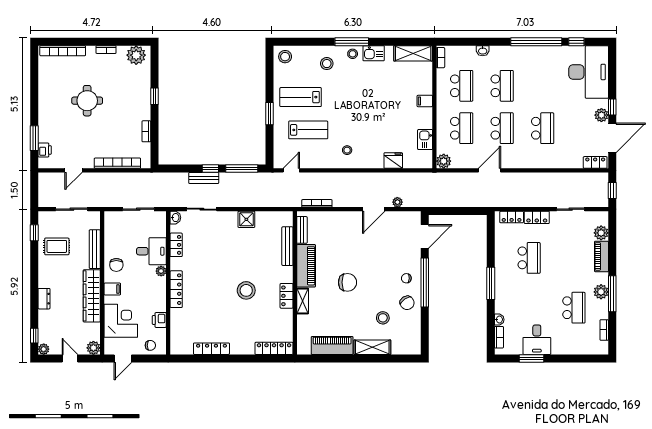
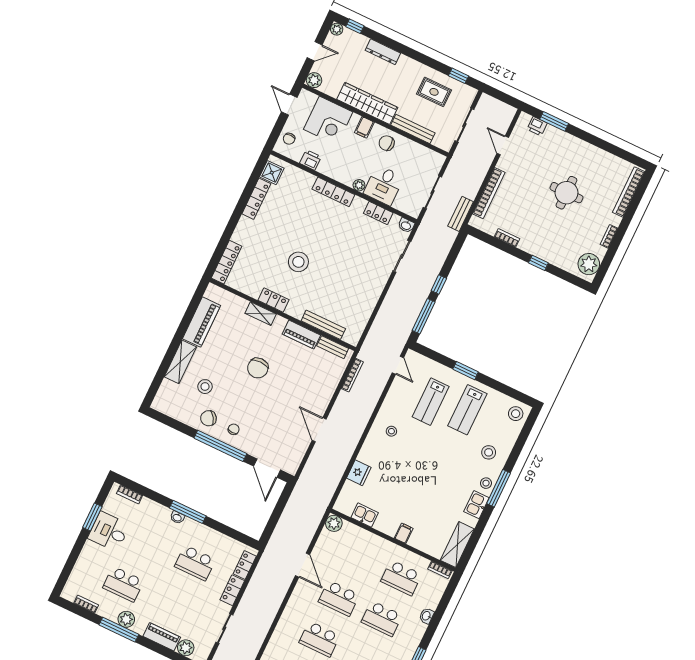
lab bench: (301, 97) -> (467, 410), turned 180
school desk: (462, 128) -> (358, 557), removed
bench: (204, 178) -> (461, 214), moved
plant: (397, 202) -> (315, 457), removed
shower: (246, 219) -> (272, 173), moved
rug: (57, 246) -> (434, 92), turned 90
piano: (306, 266) -> (301, 335), width x0.73, depth x0.75
dresser: (44, 299) -> (383, 52), width x1.44
washbasin: (499, 320) -> (177, 517), moved

